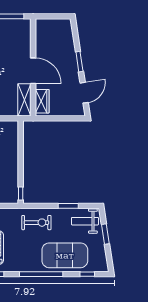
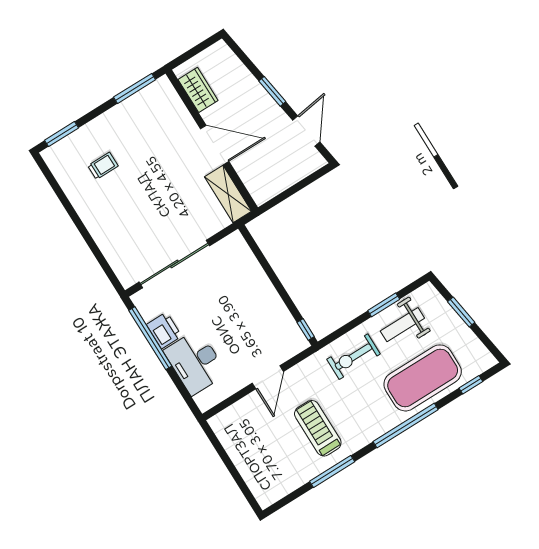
wardrobe: (42, 101) -> (198, 90), moved
weight bench: (85, 221) -> (402, 325), moved
exercise bike: (36, 223) -> (353, 357), turned 180

